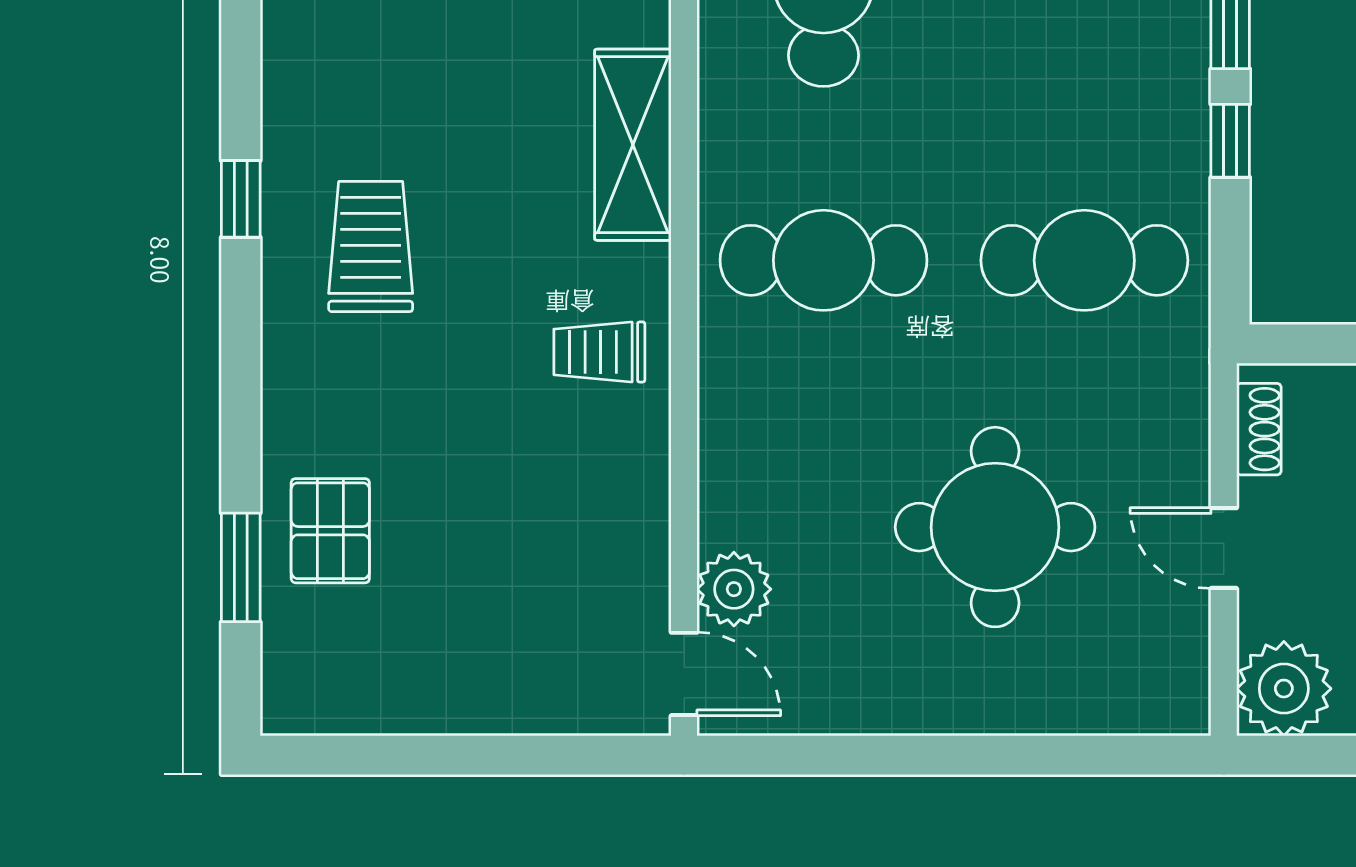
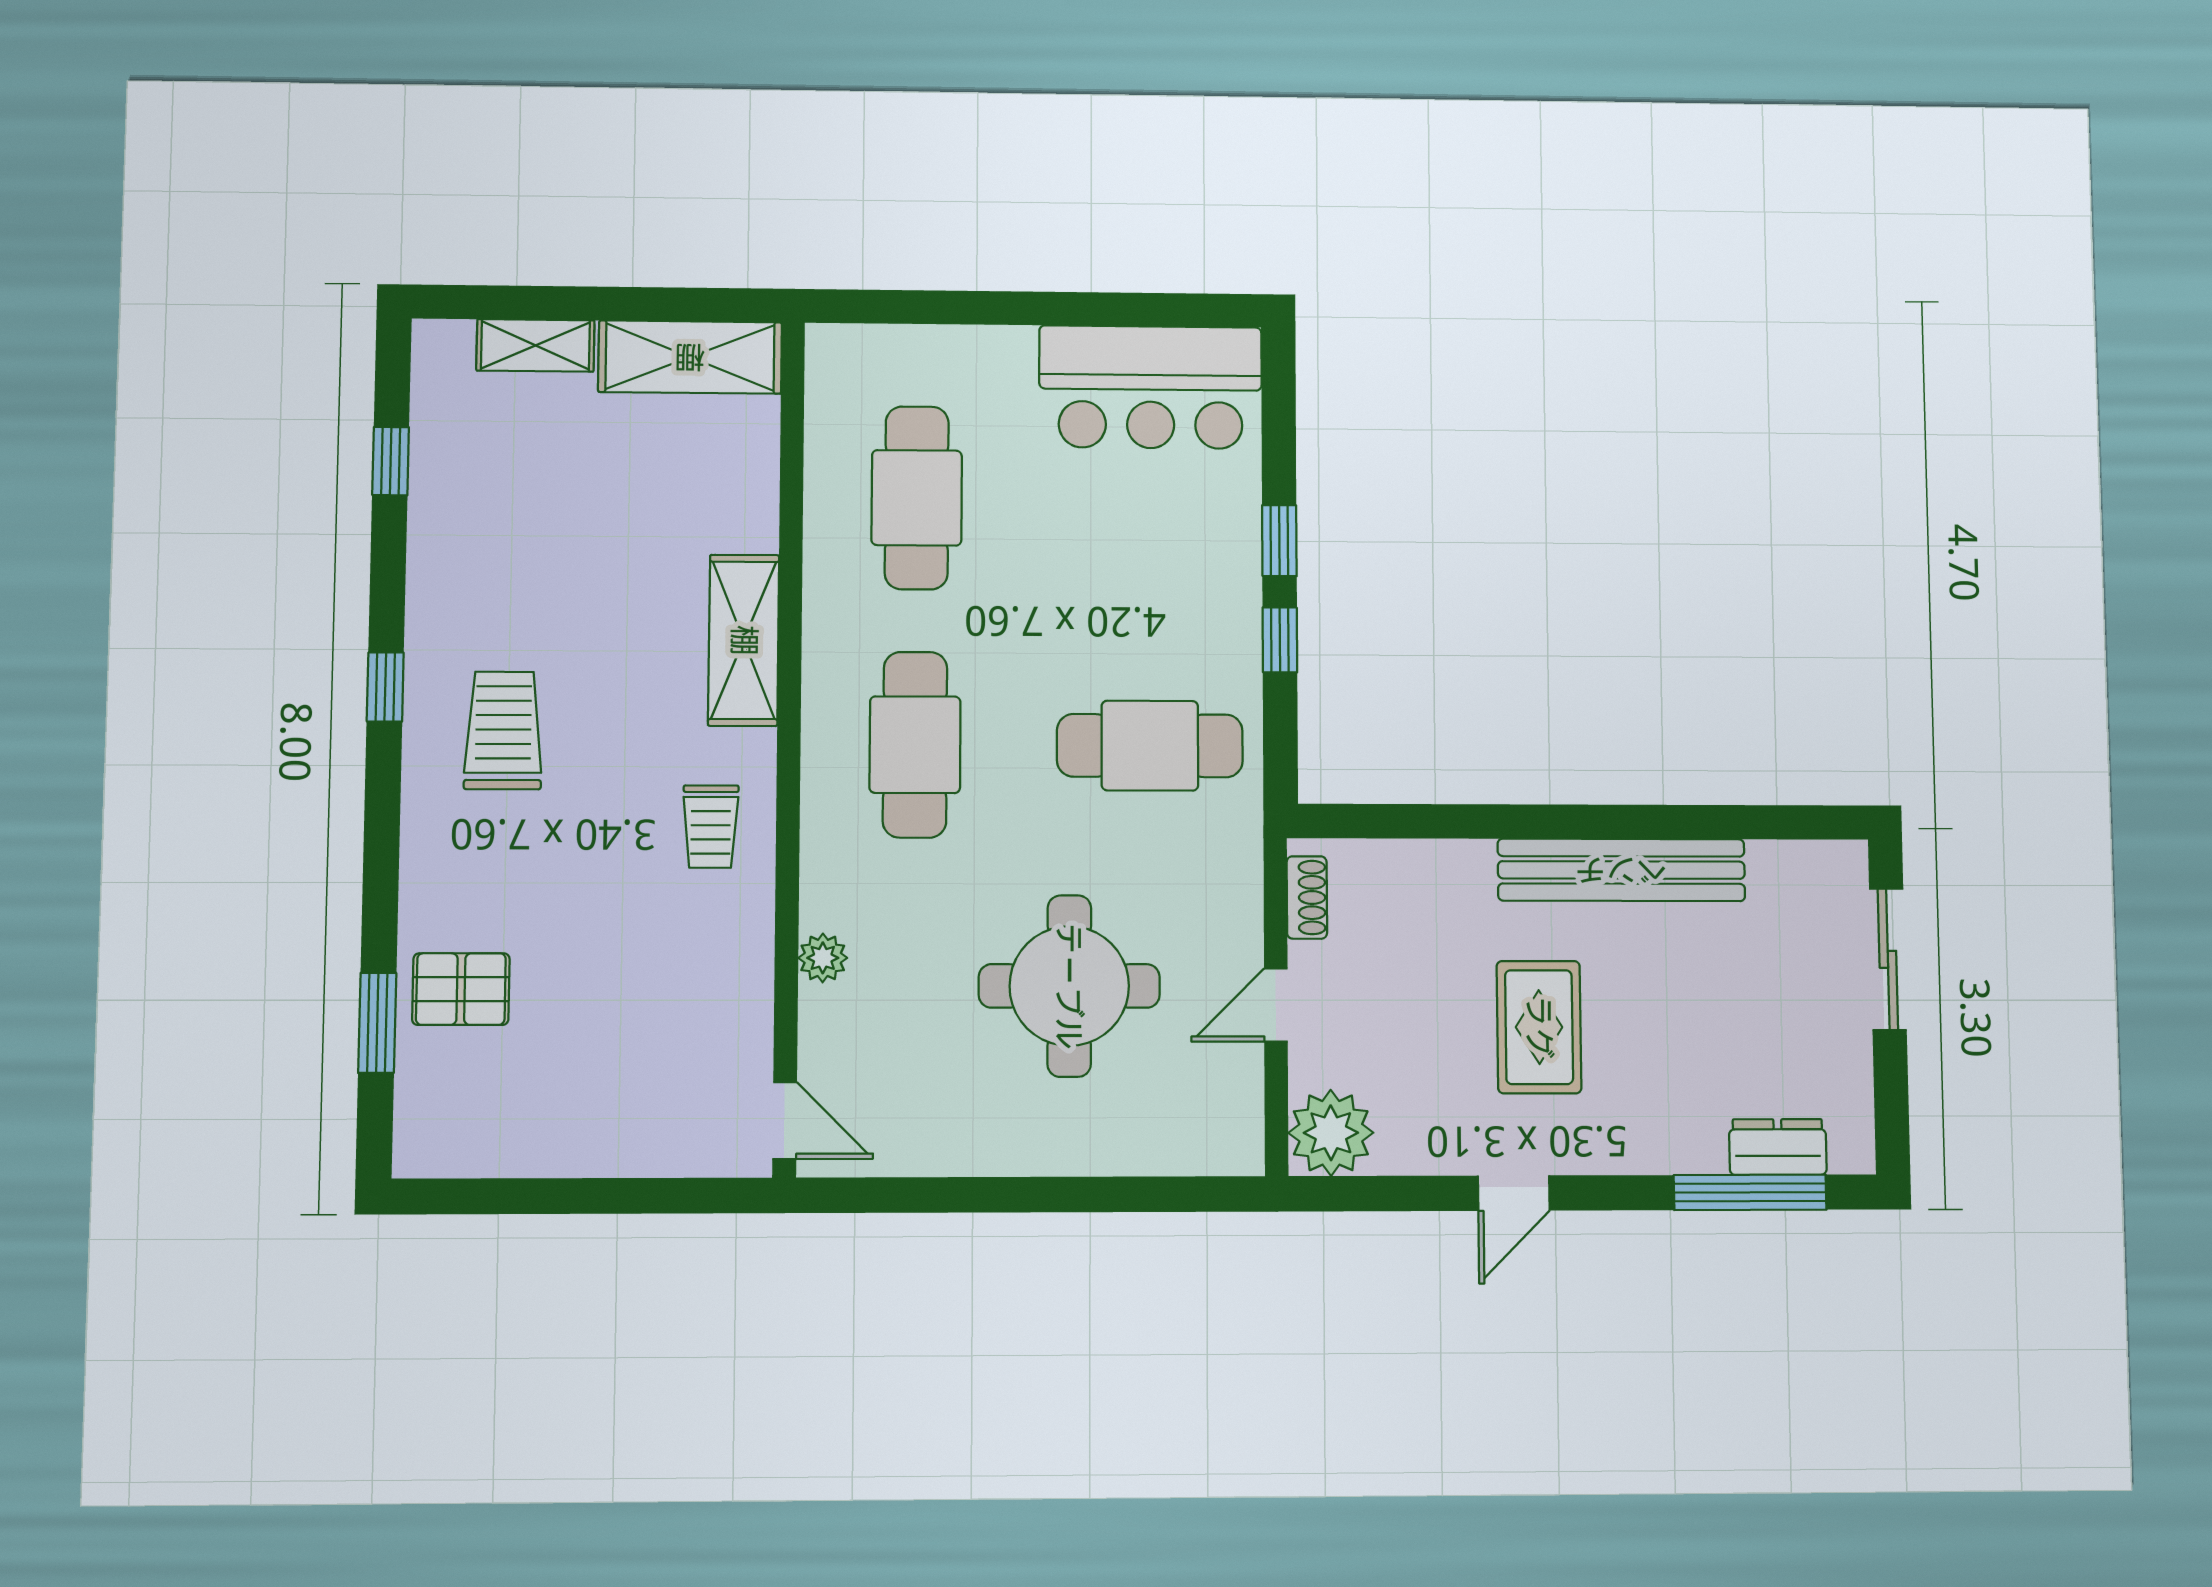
cafe table: (823, 260) -> (915, 745), turned 90
trolley: (599, 352) -> (711, 827), turned -90
pallet: (330, 531) -> (461, 989), turned 90
door: (1224, 548) -> (1276, 1005), hinge flipped
plant: (734, 589) -> (823, 958), moved, width x0.73, depth x0.73

